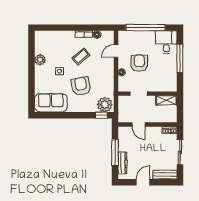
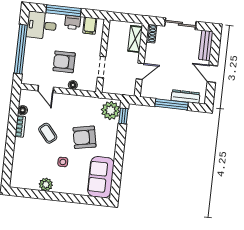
printer: (171, 66) -> (73, 22), added
filing cabinet: (170, 80) -> (90, 26), added
shelving: (166, 100) -> (135, 39), moved

